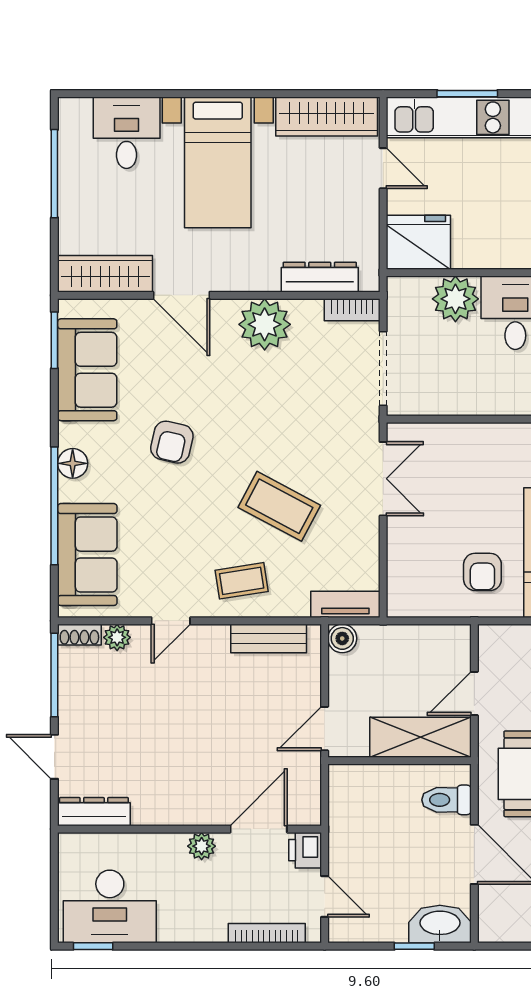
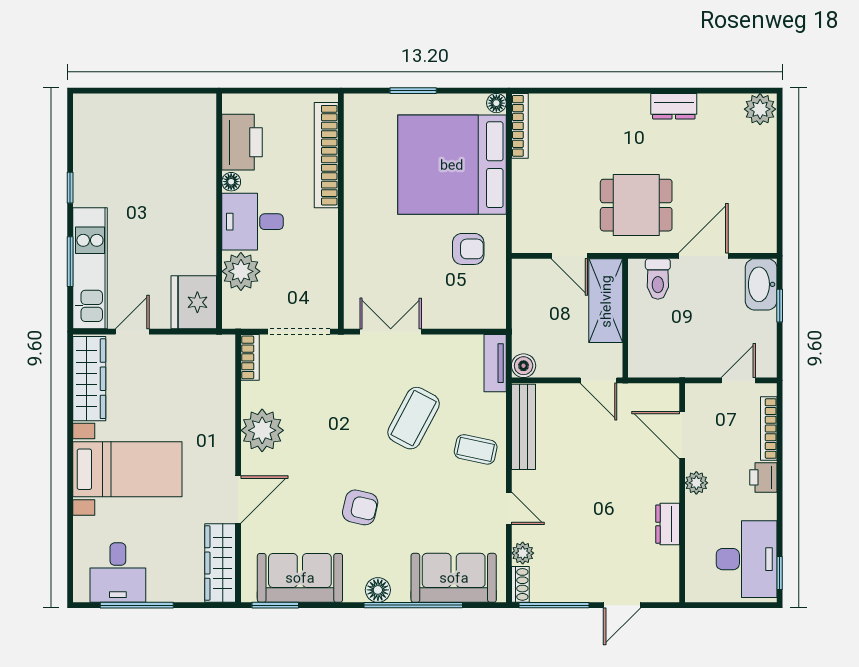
desk: (127, 133) -> (118, 573), moved, turned -90
dresser: (320, 277) -> (223, 384), removed
coffee table: (242, 581) -> (476, 449), turned -69
bench: (269, 638) -> (524, 427), width x1.36
dresser: (94, 812) -> (668, 524), moved, width x0.70
printer: (305, 850) -> (763, 477), moved, turned 90

